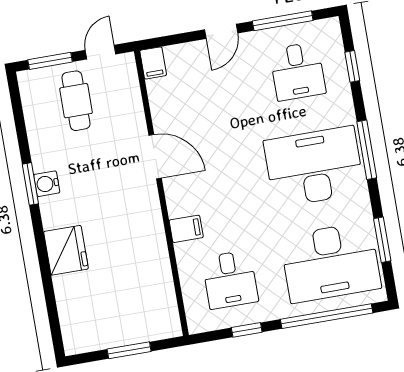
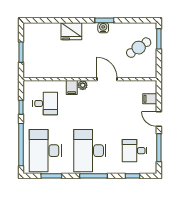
door: (101, 52) -> (159, 63), removed
filing cabinet: (153, 63) -> (150, 99), moved
cafe table: (76, 101) -> (139, 48), turned -35
door: (155, 157) -> (107, 79), swing flipped
desk: (314, 167) -> (90, 151), turned 180
plant: (177, 206) -> (83, 85), added
desk: (230, 280) -> (45, 104), turned 180

